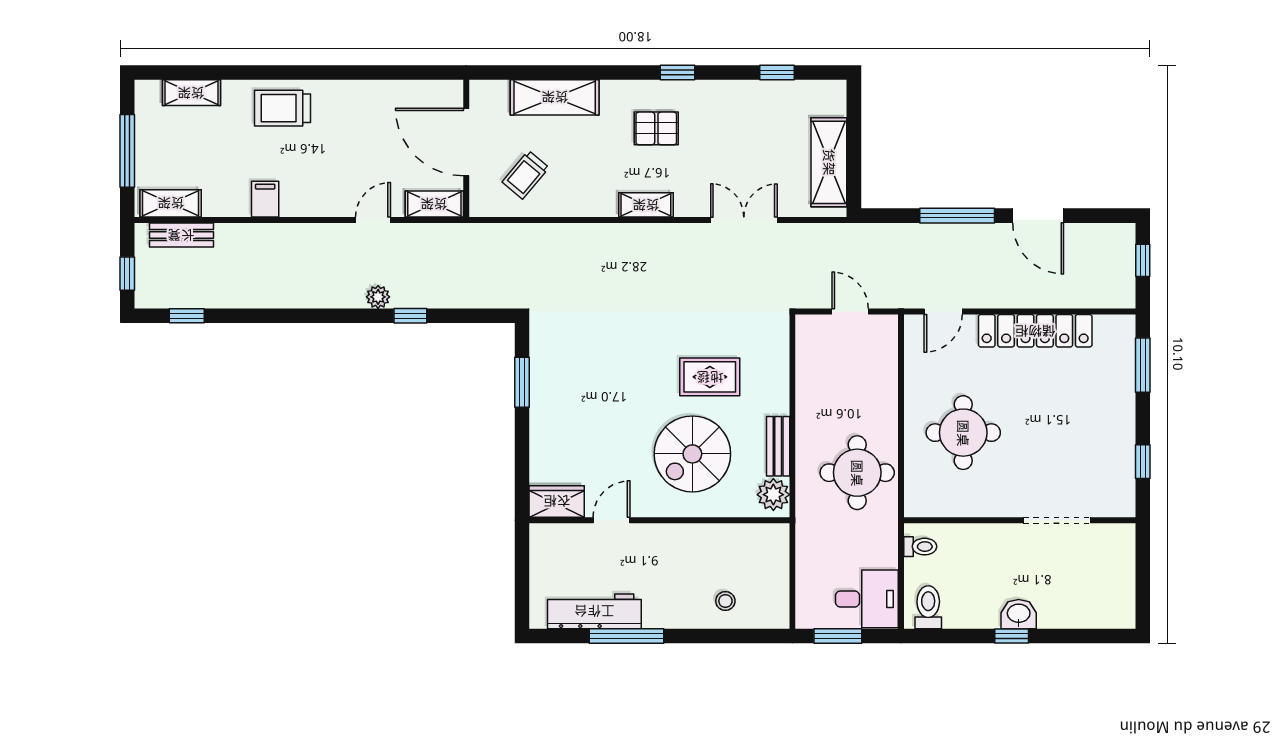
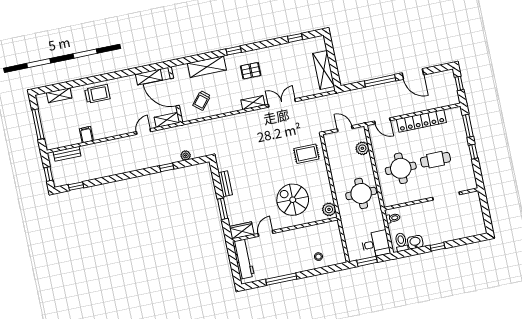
window: (677, 73) -> (234, 51), moved
trolley: (282, 108) -> (97, 94), turned 180
filing cabinet: (265, 199) -> (86, 135), moved
shelving: (171, 203) -> (149, 77), moved
double door: (744, 220) -> (282, 103), moved
plant: (378, 297) -> (186, 155), moved
door: (943, 311) -> (382, 121), hinge flipped
plant: (882, 366) -> (362, 148), added
rug: (710, 377) -> (306, 154), moved
window: (522, 382) -> (223, 209), moved
cafe table: (1049, 429) -> (435, 160), added
bench: (778, 446) -> (225, 184), moved
spiral stairs: (692, 454) -> (293, 200), turned 90
window: (1143, 462) -> (473, 152), moved
workbench: (594, 611) -> (243, 259), moved, turned 90
washbasin: (1019, 614) -> (415, 242), moved

